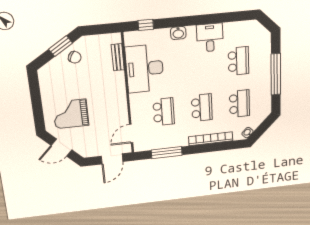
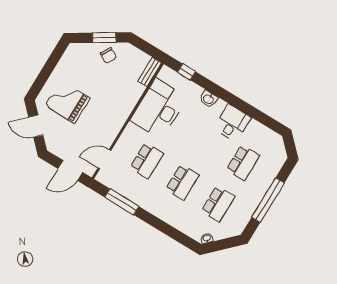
bench: (118, 57) -> (150, 72), moved
bookcase: (211, 139) -> (170, 219), removed

